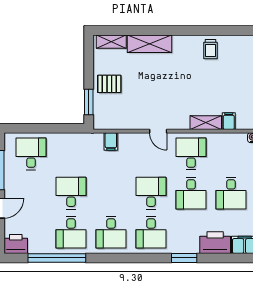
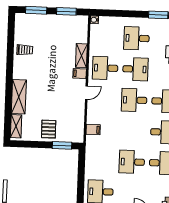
filing cabinet: (229, 121) -> (80, 73), moved
desk: (231, 193) -> (137, 38), turned 180

